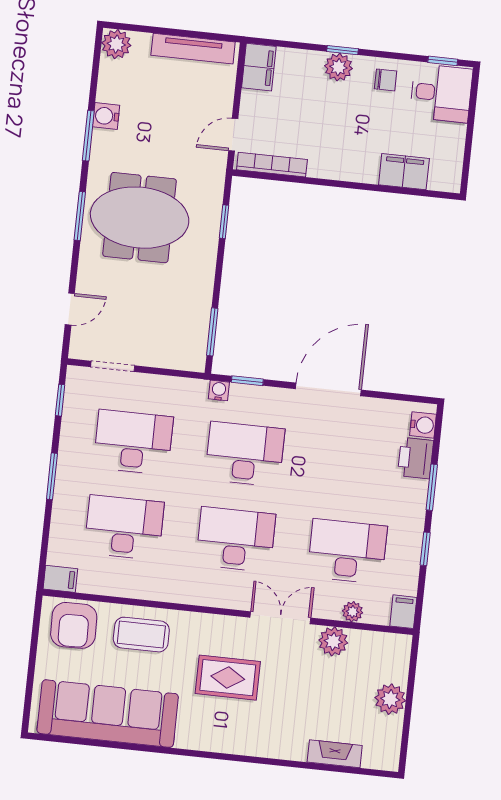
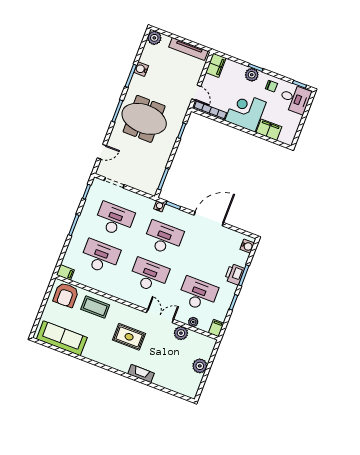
door: (233, 135) -> (196, 93), swing flipped
corner desk: (346, 147) -> (246, 111), added
printer: (416, 458) -> (235, 274), moved
sofa: (108, 714) -> (62, 338), width x0.74, depth x0.79
fireplace: (335, 754) -> (141, 374), moved

